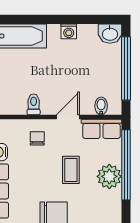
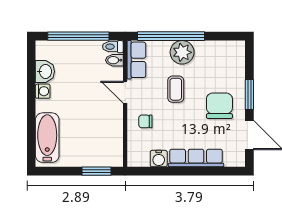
washbasin: (110, 34) -> (45, 71), moved
toilet: (34, 104) -> (113, 47), moved
coffee table: (71, 170) -> (176, 89), turned 90

